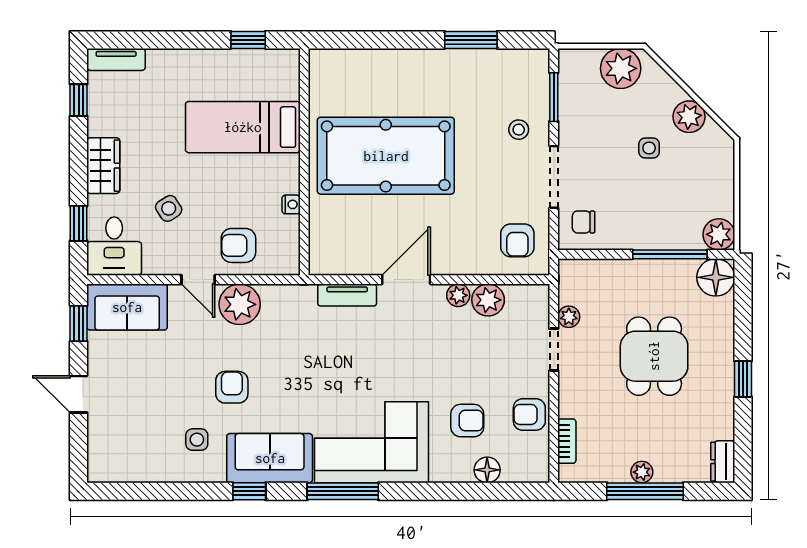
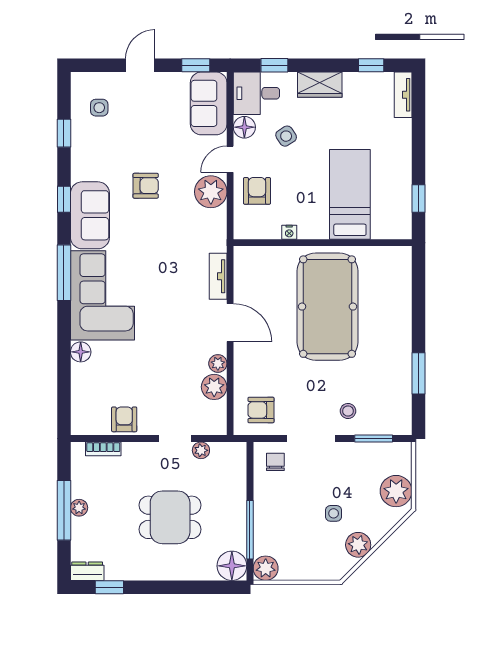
floor lamp: (157, 261) -> (244, 127), added
window: (743, 379) -> (109, 587), moved
armchair: (467, 421) -> (119, 371), removed
side table: (197, 440) -> (99, 108), moved
floor lamp: (487, 470) -> (81, 352), moved
window: (165, 491) -> (64, 133), added

